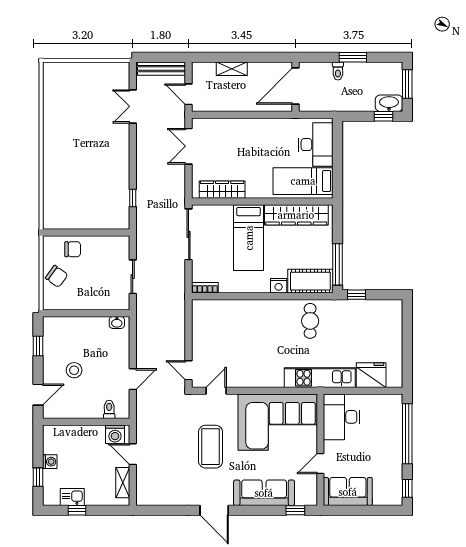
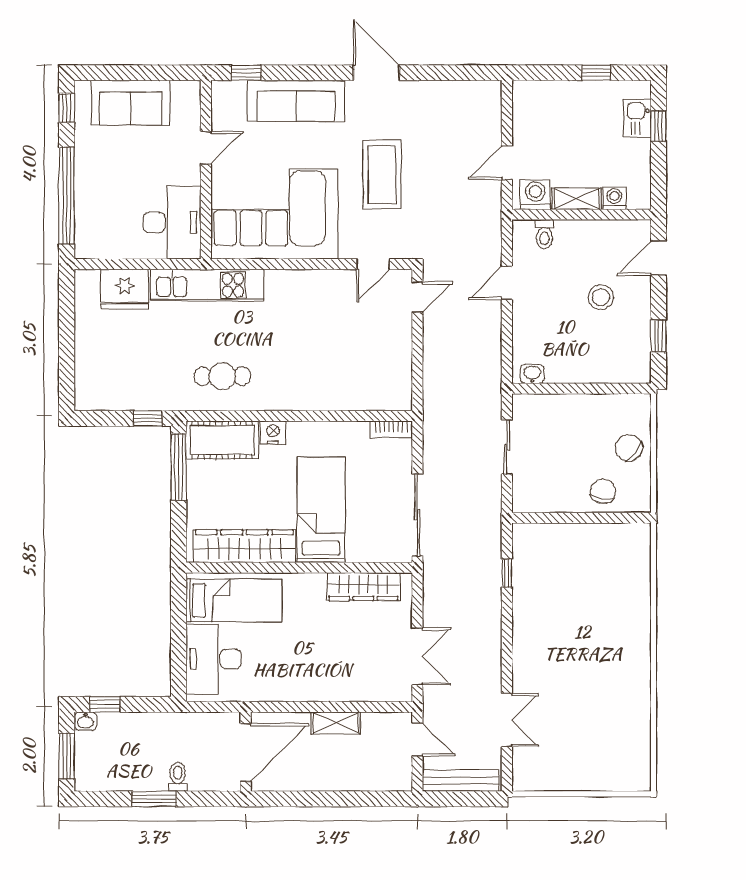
shelving: (232, 69) -> (336, 723), moved
washbasin: (389, 103) -> (86, 721), width x0.52, depth x0.69
chair: (73, 249) -> (603, 491), turned 99
cafe table: (310, 321) -> (222, 376), turned 90
door: (189, 370) -> (417, 297), hinge flipped
door: (133, 454) -> (507, 163), swing flipped
washing machine: (50, 462) -> (614, 198), moved, turned 90
shelving: (123, 483) -> (577, 198), moved, turned 90
sofa: (348, 492) -> (131, 103), moved
kitchen sink: (72, 497) -> (637, 118), moved, turned 90

